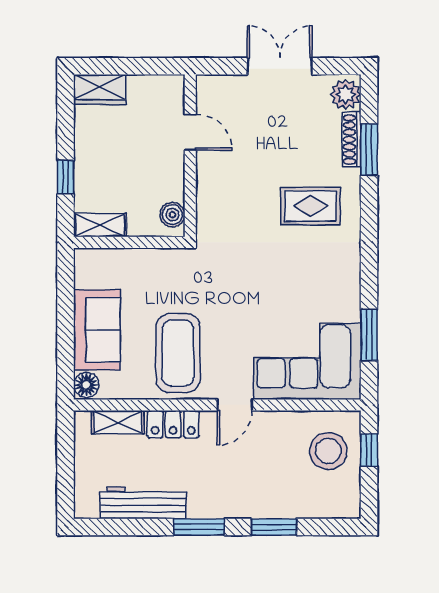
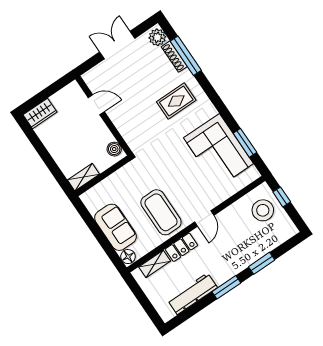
window: (369, 150) -> (186, 56), width x1.44
window: (66, 177) -> (52, 166), removed
corner sofa: (307, 361) -> (218, 151), moved, turned -90

